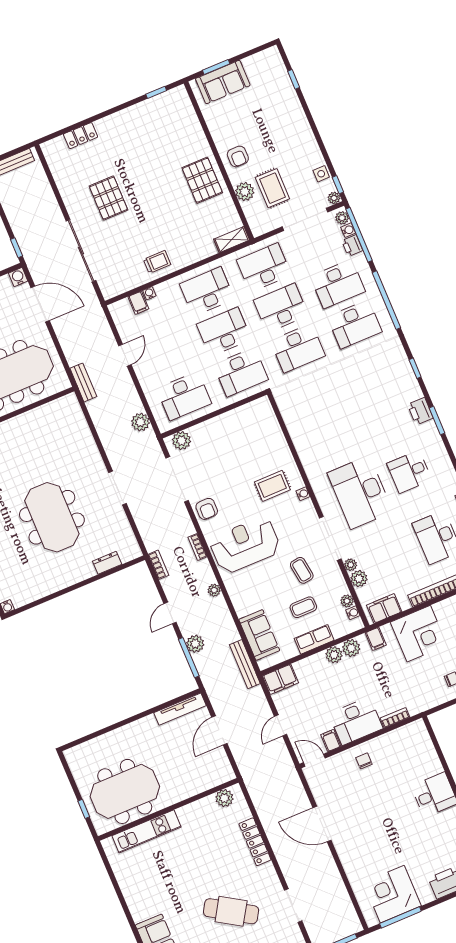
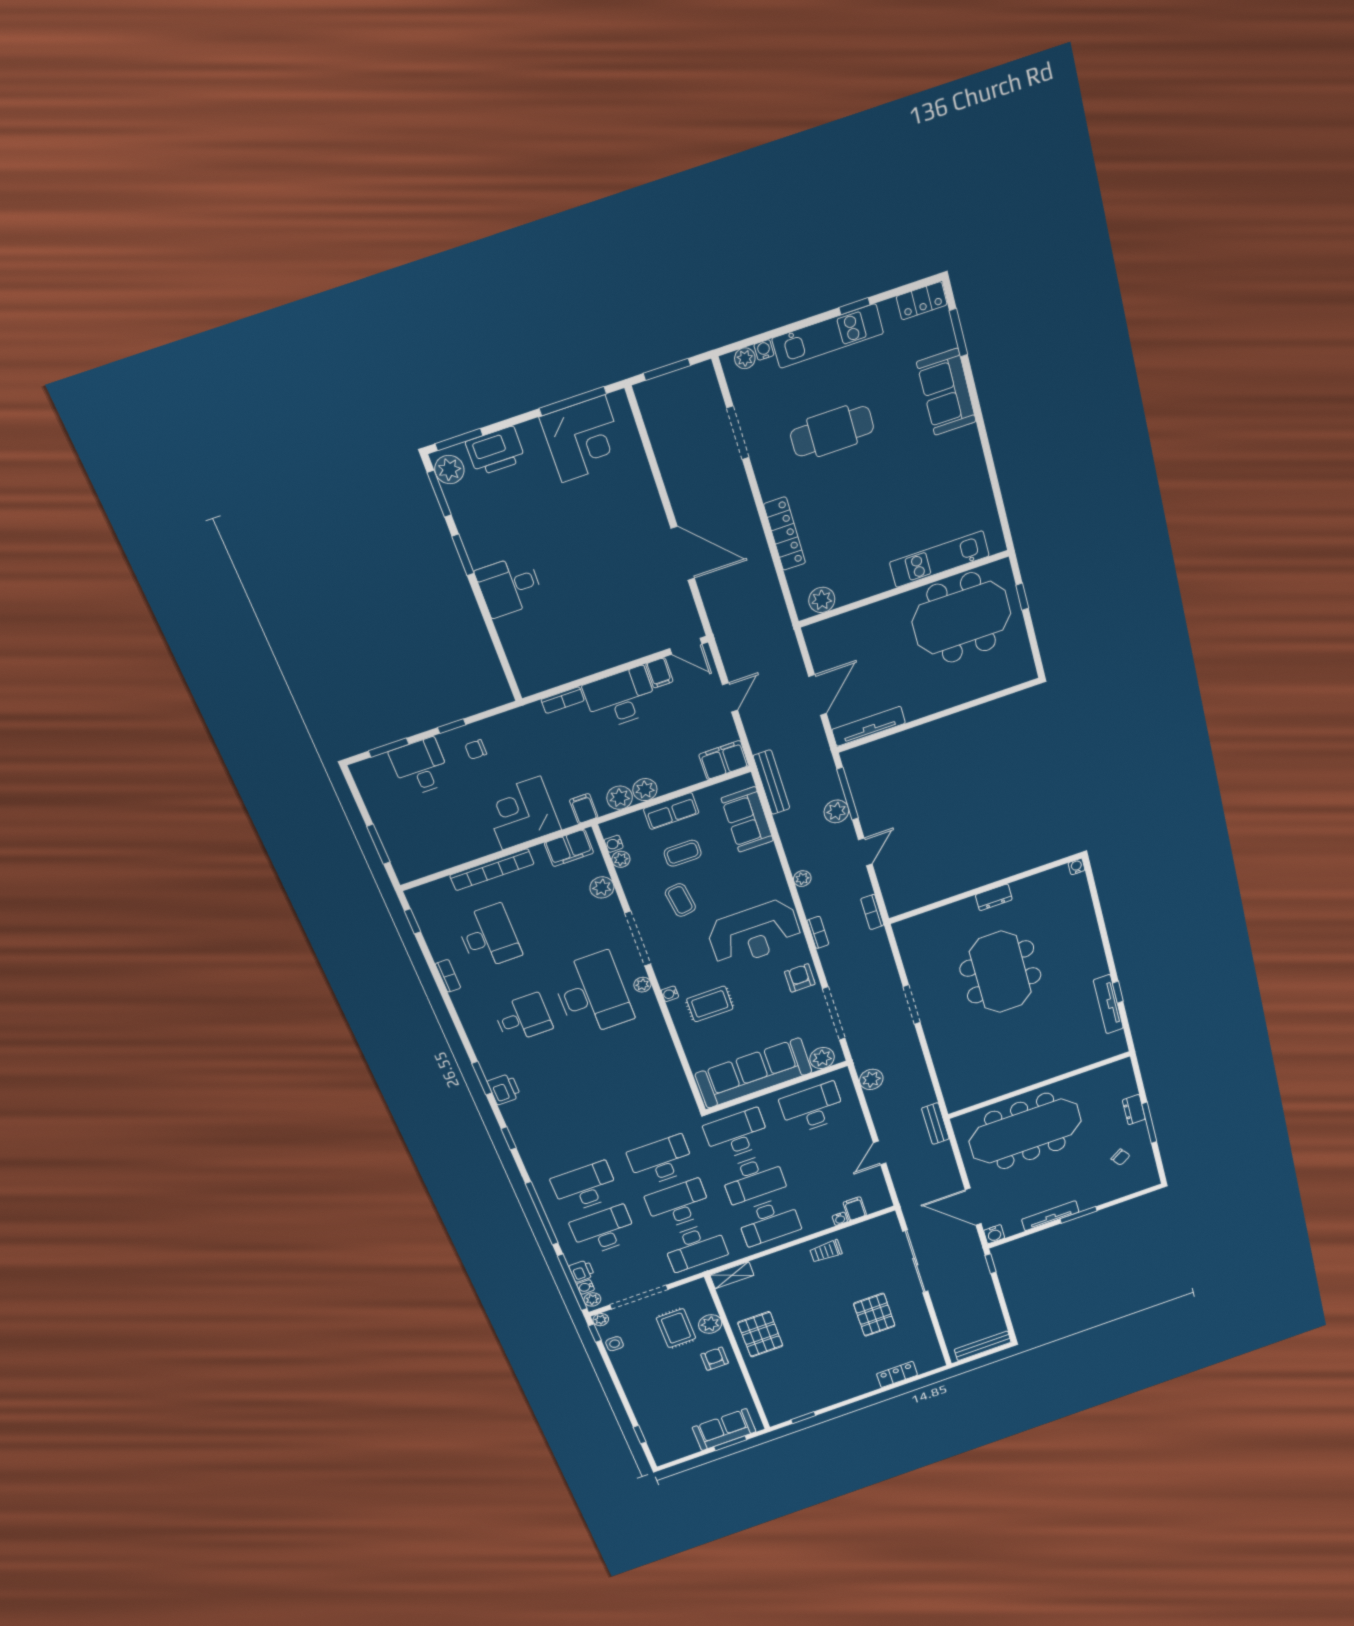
desk: (281, 308) -> (678, 1204), turned 180
sofa: (233, 427) -> (754, 1073), added
dresser: (107, 563) -> (994, 897), moved
plant: (351, 565) -> (642, 985), moved
chair: (364, 761) -> (613, 641), removed
cafe table: (231, 911) -> (832, 431), turned -32

